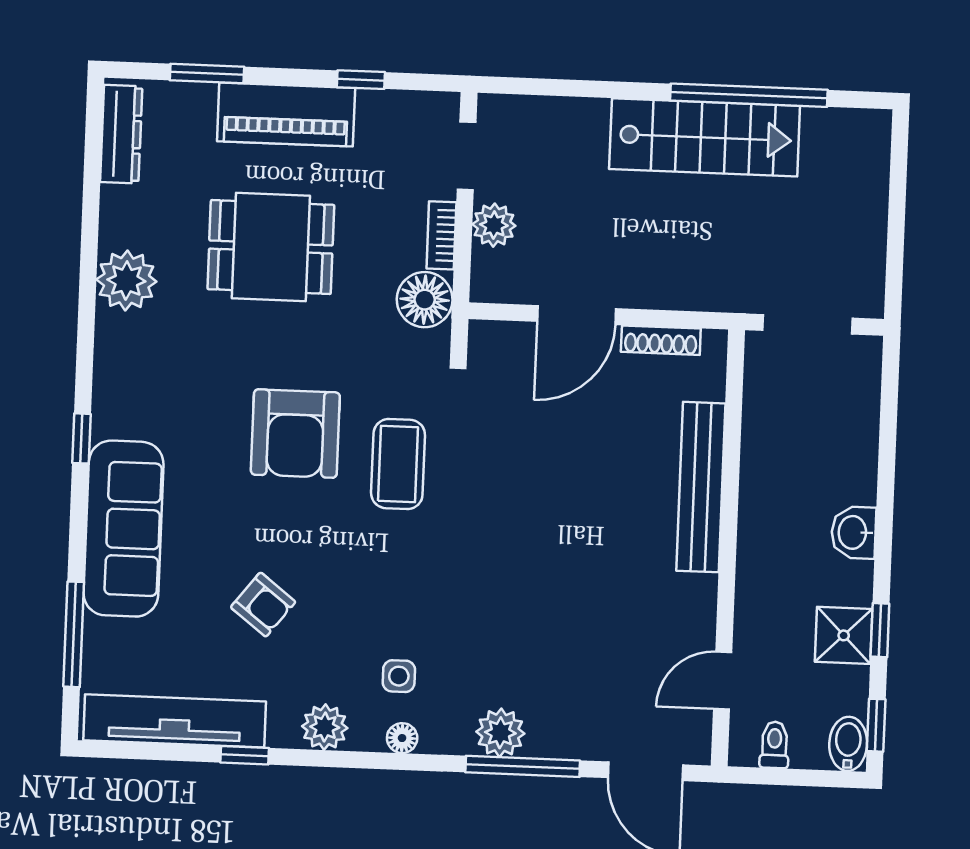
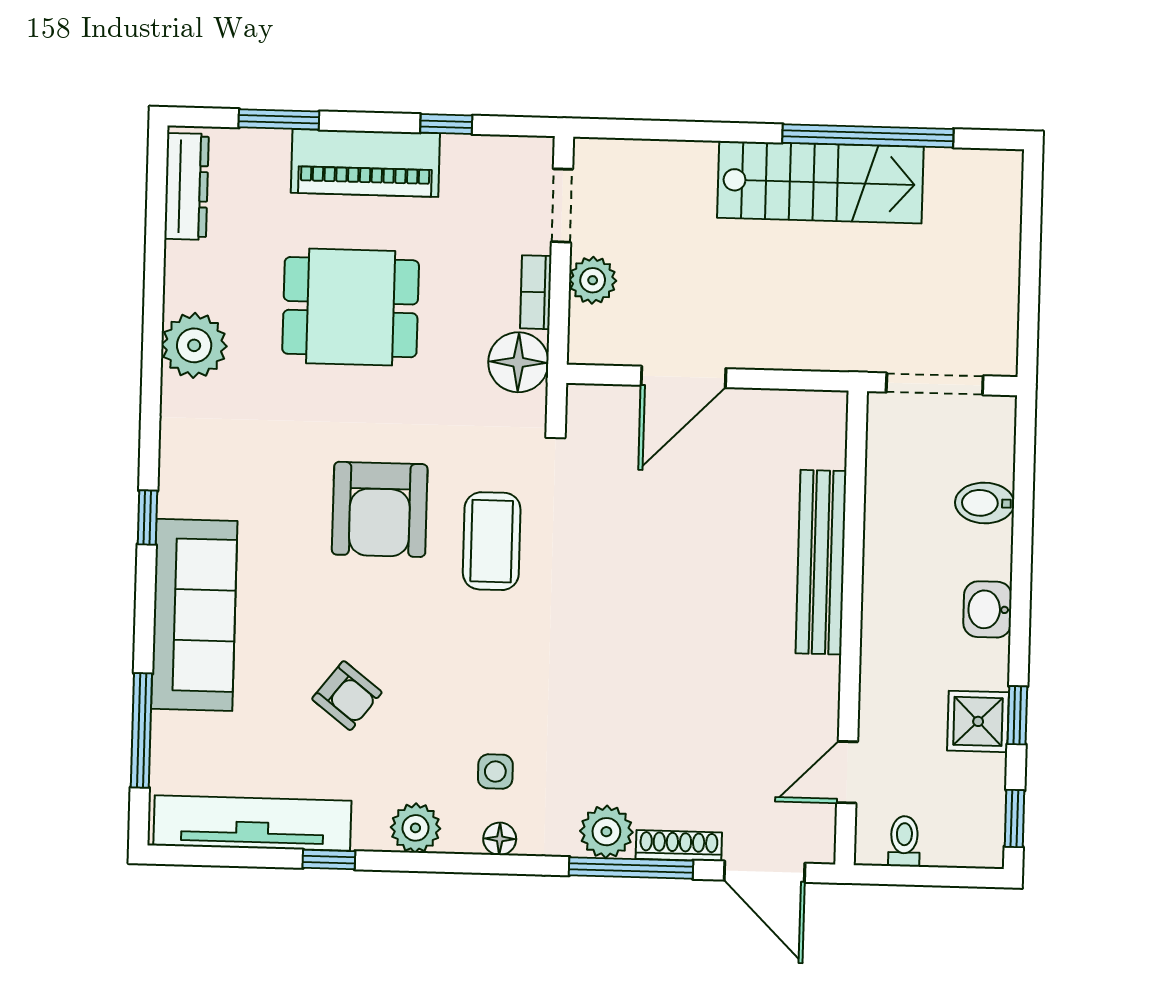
shoe rack: (661, 340) -> (679, 846), moved, turned 180
bidet: (848, 744) -> (985, 503), moved, turned -90

